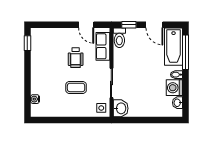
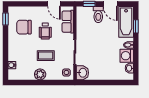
toilet: (119, 38) -> (98, 15), moved
window: (185, 52) -> (136, 26), width x0.46
chair: (50, 53) -> (24, 27), added
plant: (69, 110) -> (40, 74), added

